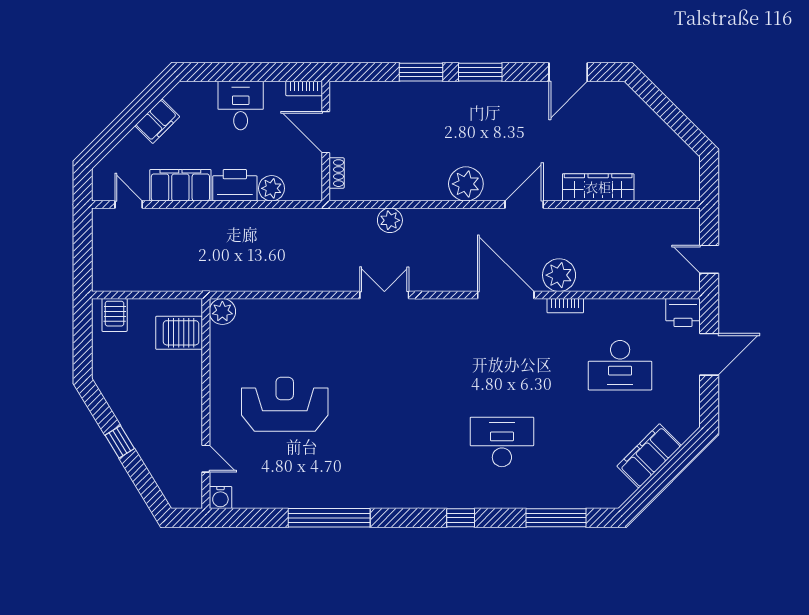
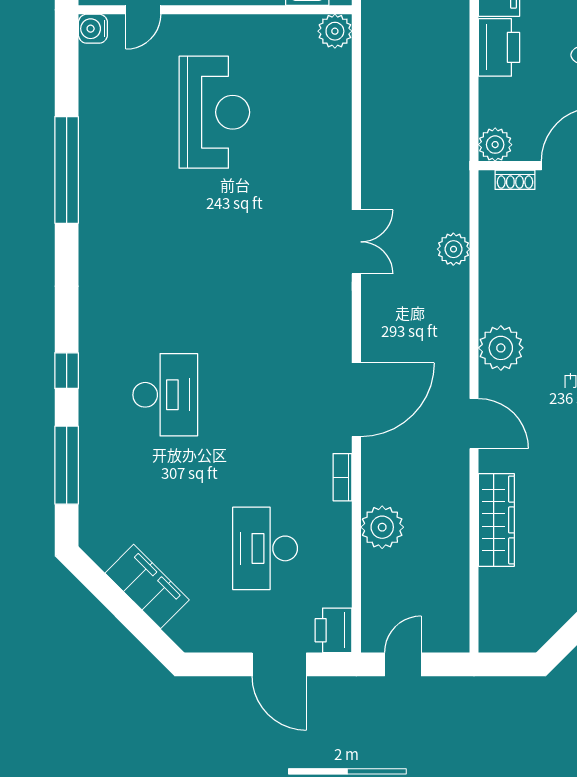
plant: (272, 188) -> (495, 145), moved
plant: (559, 275) -> (382, 527), moved
window: (461, 518) -> (67, 371), moved

